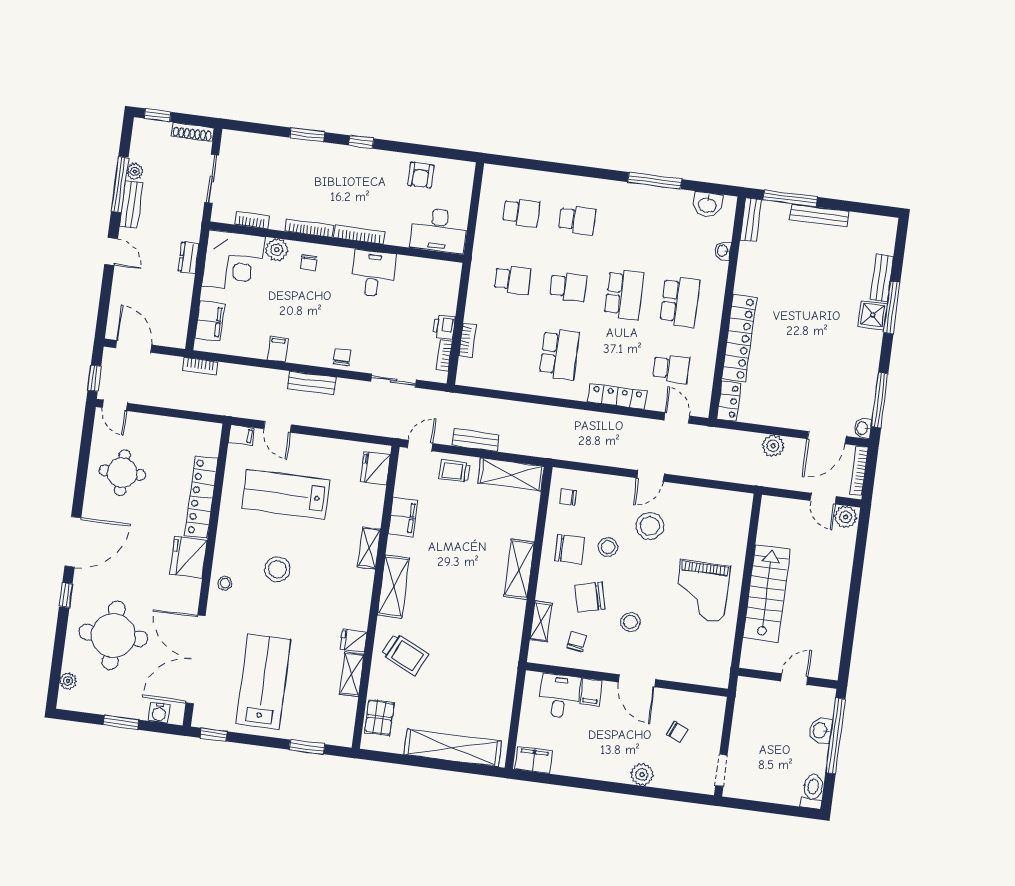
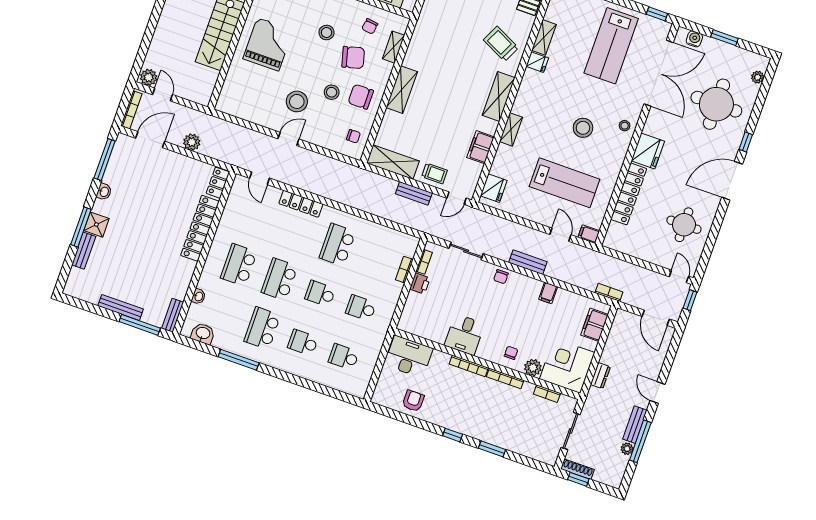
window: (158, 115) -> (578, 479), moved
school desk: (671, 369) -> (262, 328), moved, width x1.85
washbasin: (863, 428) -> (104, 192), moved

